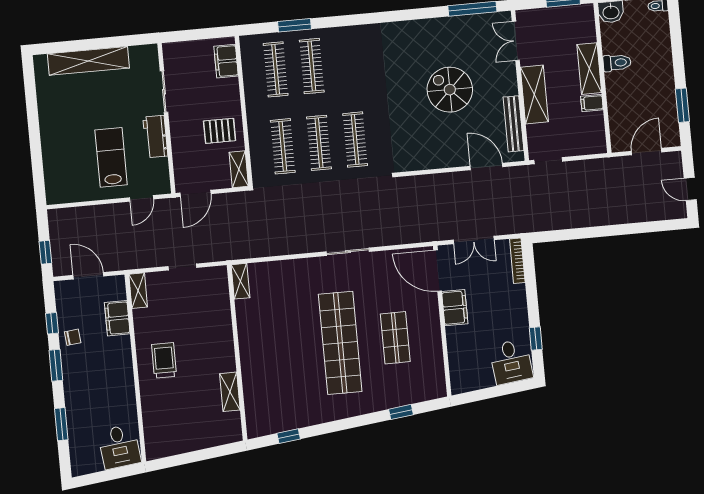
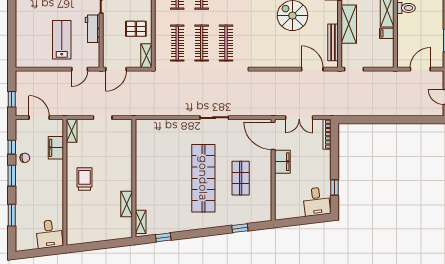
shelving: (240, 281) -> (141, 222), moved

